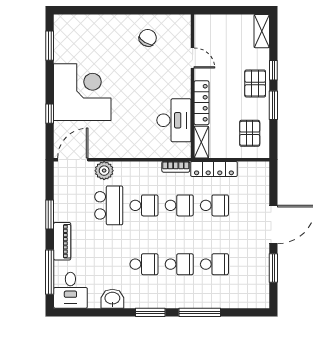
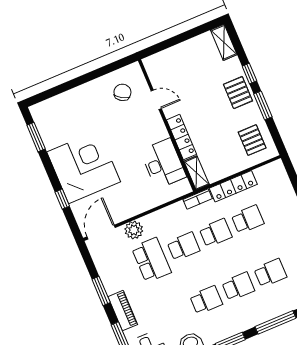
door: (193, 58) -> (156, 100), moved
wall: (193, 86) -> (167, 125), moved
locker: (201, 103) -> (182, 137), moved
desk: (174, 120) -> (163, 164), moved
shelving: (201, 142) -> (197, 173), moved

